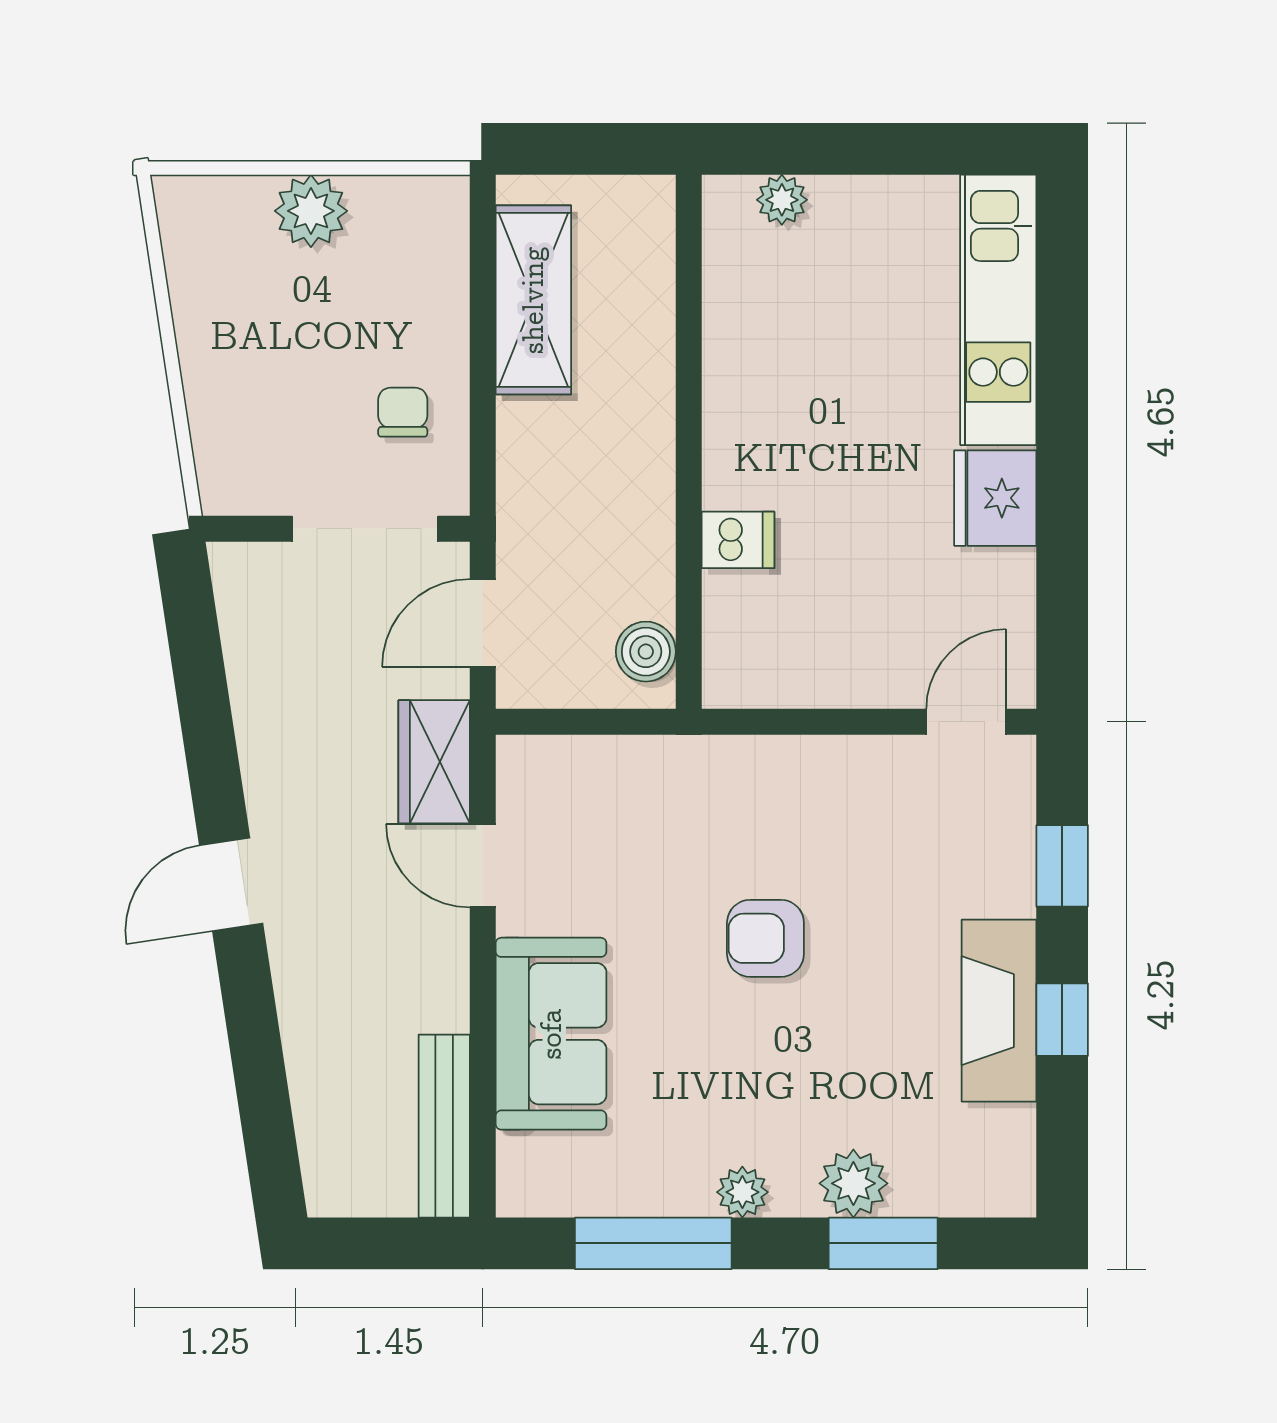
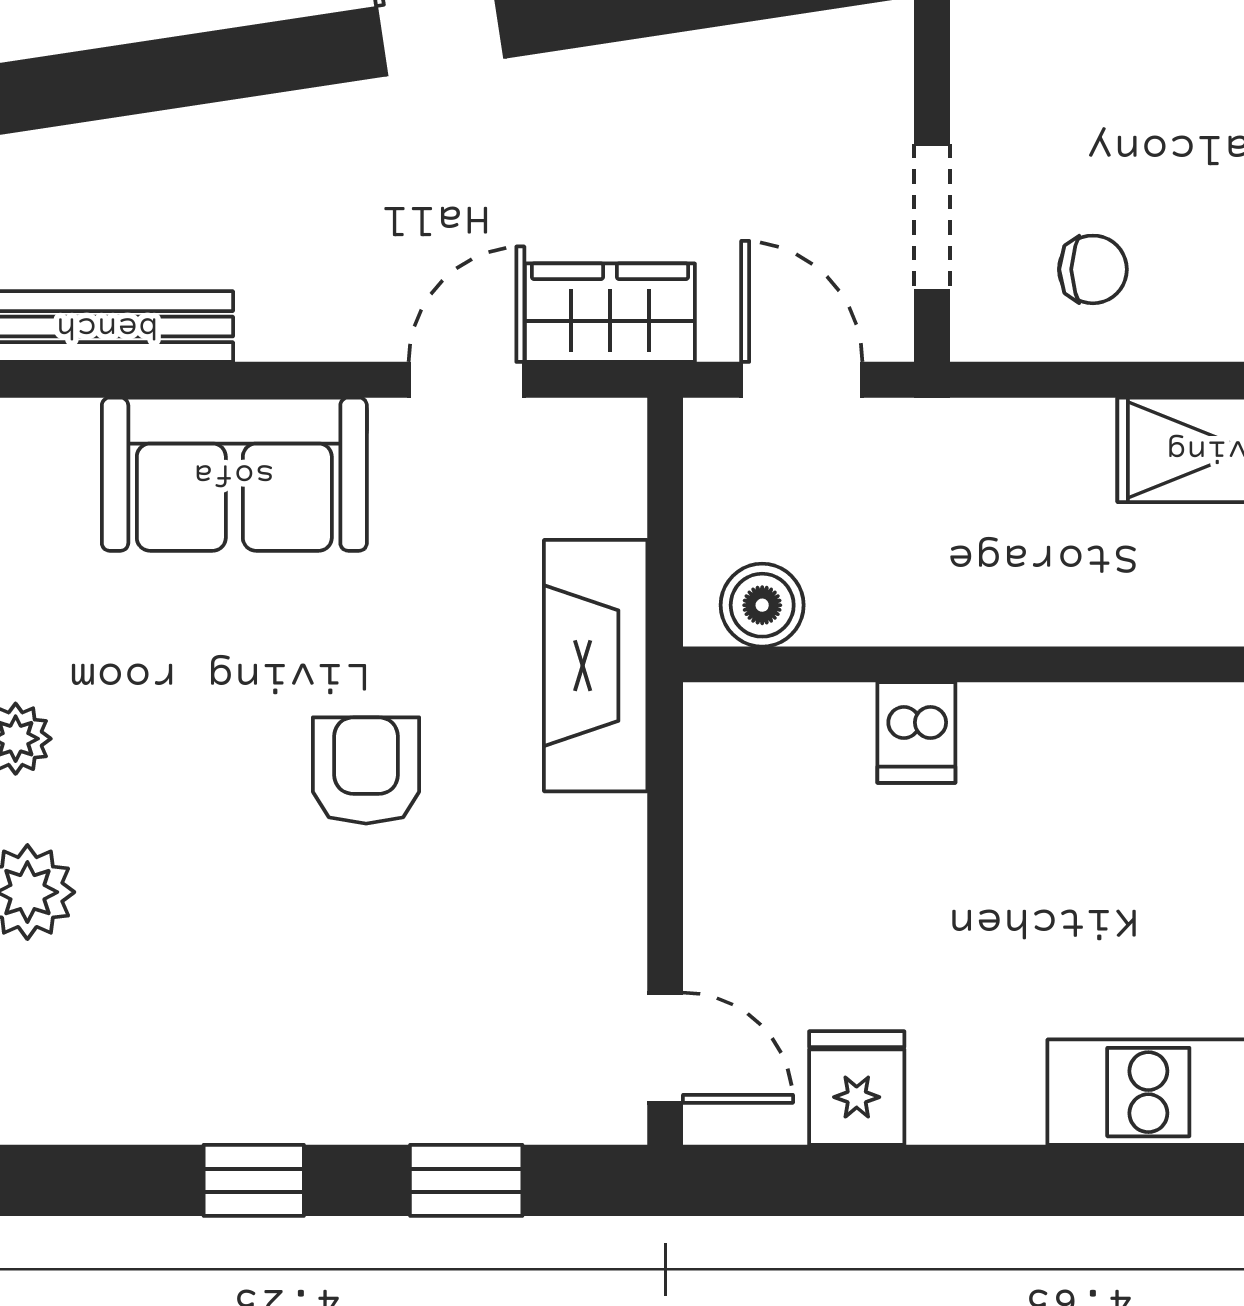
fridge: (995, 498) -> (857, 1088), moved, width x0.72
doorway: (365, 529) -> (932, 217), width x0.73
fireplace: (999, 1011) -> (596, 666), moved, turned -90

